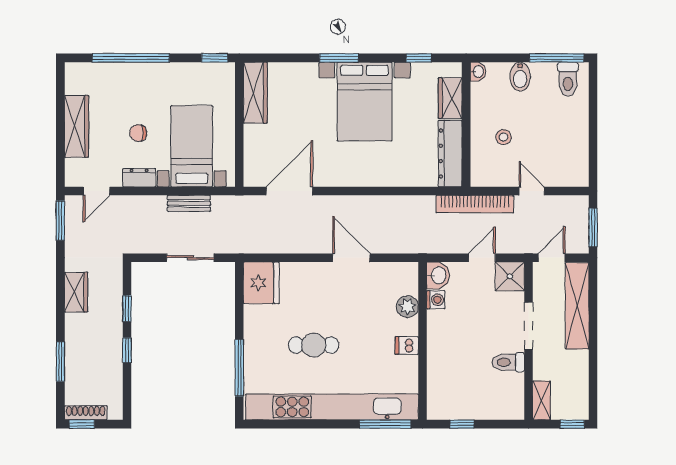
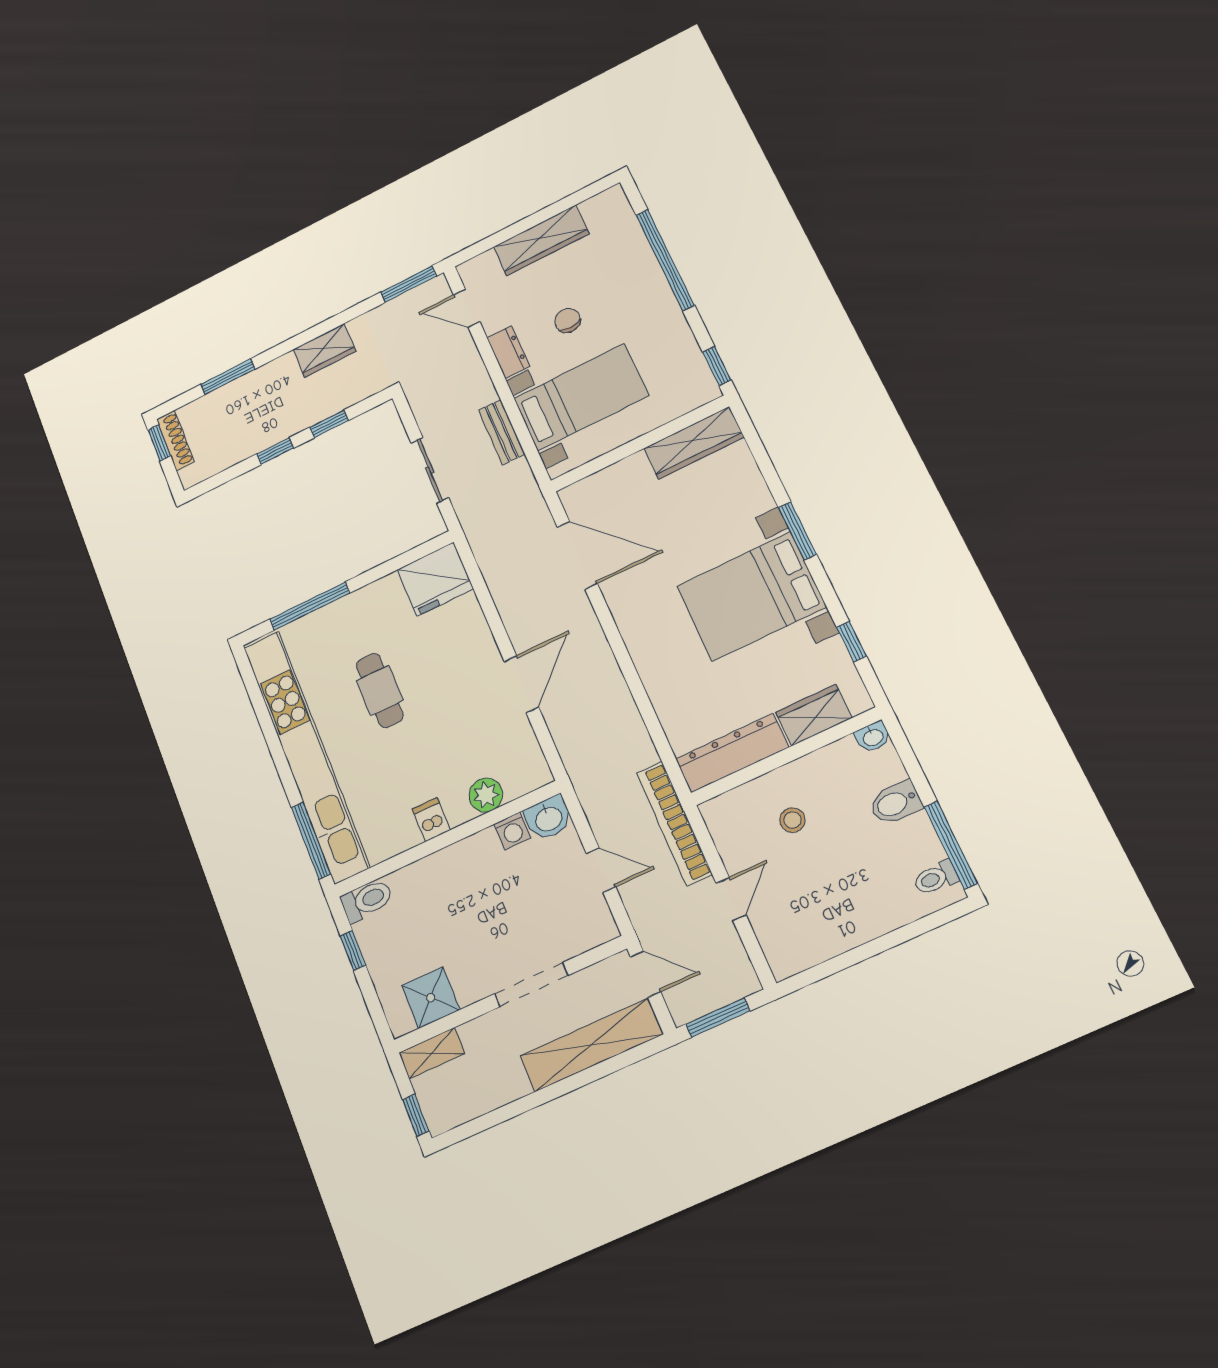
toilet: (568, 79) -> (936, 878), width x0.73, depth x0.72
shower: (510, 276) -> (431, 998), moved
toilet: (508, 362) -> (367, 900), moved, turned 90

